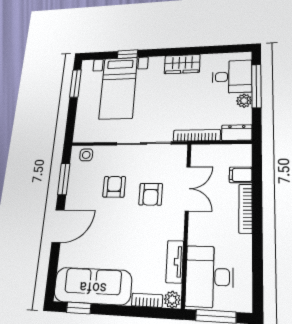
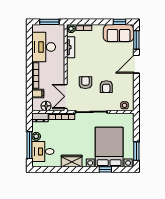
bed with nightstands: (118, 88) -> (109, 147), width x1.36
floor lamp: (225, 153) -> (46, 106), added
window: (64, 179) -> (136, 40), moved
double door: (188, 189) -> (66, 96), moved
desk: (209, 277) -> (44, 47), moved, turned 180
sofa: (93, 286) -> (119, 33), width x0.73

